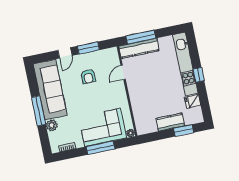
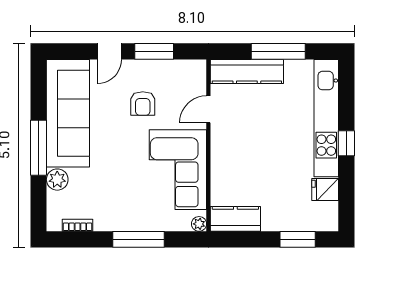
window: (141, 37) -> (278, 51), moved
kitchen counter: (170, 122) -> (235, 219), moved
corner sofa: (103, 127) -> (178, 170), moved, turned -90

